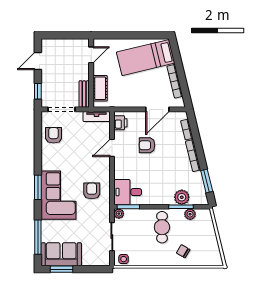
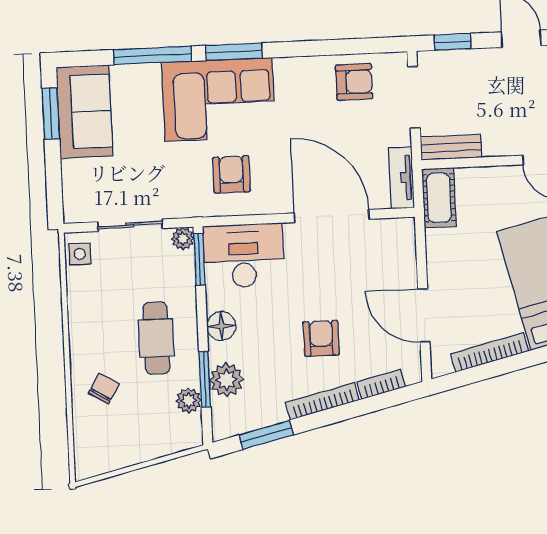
cot: (100, 88) -> (439, 198), moved, turned 90
printer: (120, 123) -> (389, 233), removed
armchair: (147, 145) -> (321, 338), moved
door: (112, 148) -> (332, 216), width x1.88
armchair: (92, 191) -> (231, 174), turned -90
desk: (128, 192) -> (243, 256), width x1.37
floor lamp: (158, 198) -> (221, 326), added
cafe table: (162, 227) -> (156, 338), turned 90
window: (38, 237) -> (152, 56), moved

